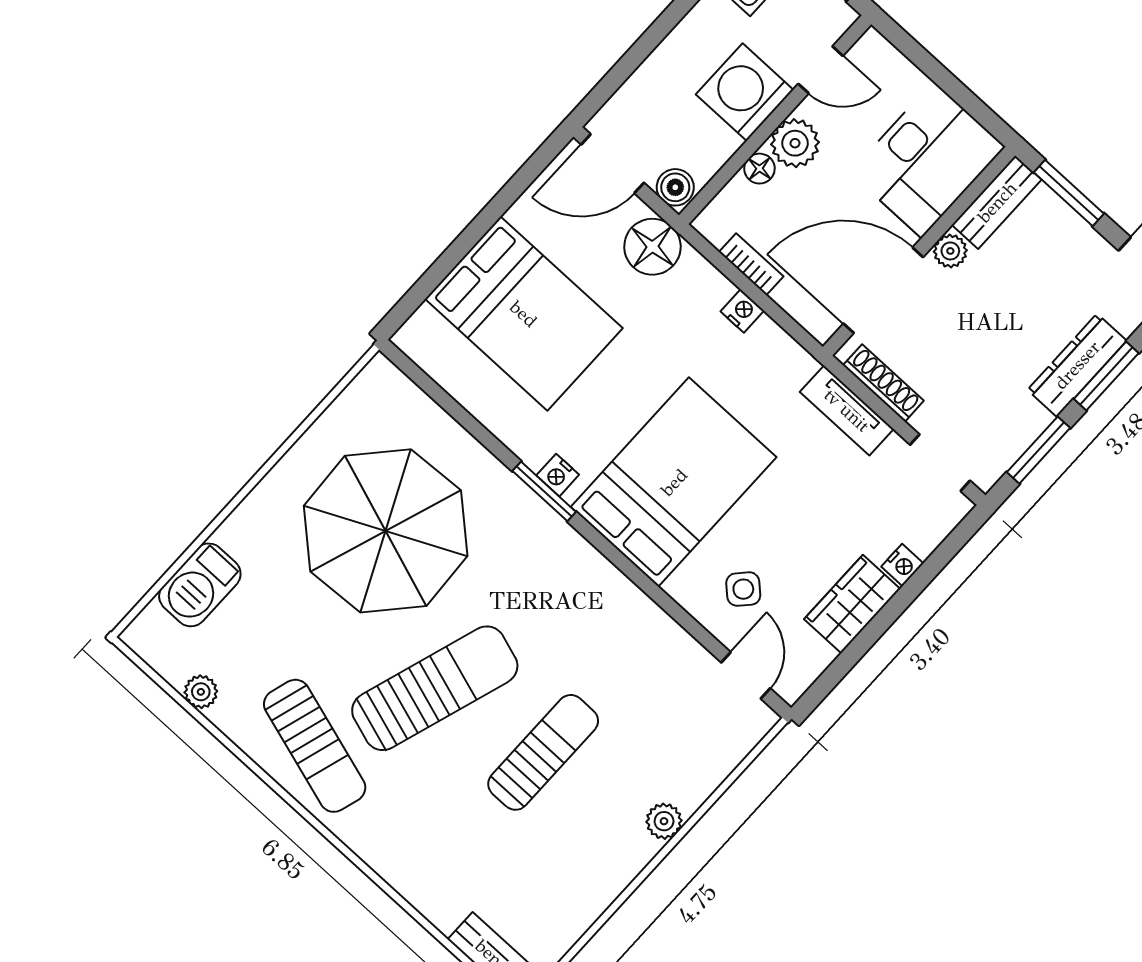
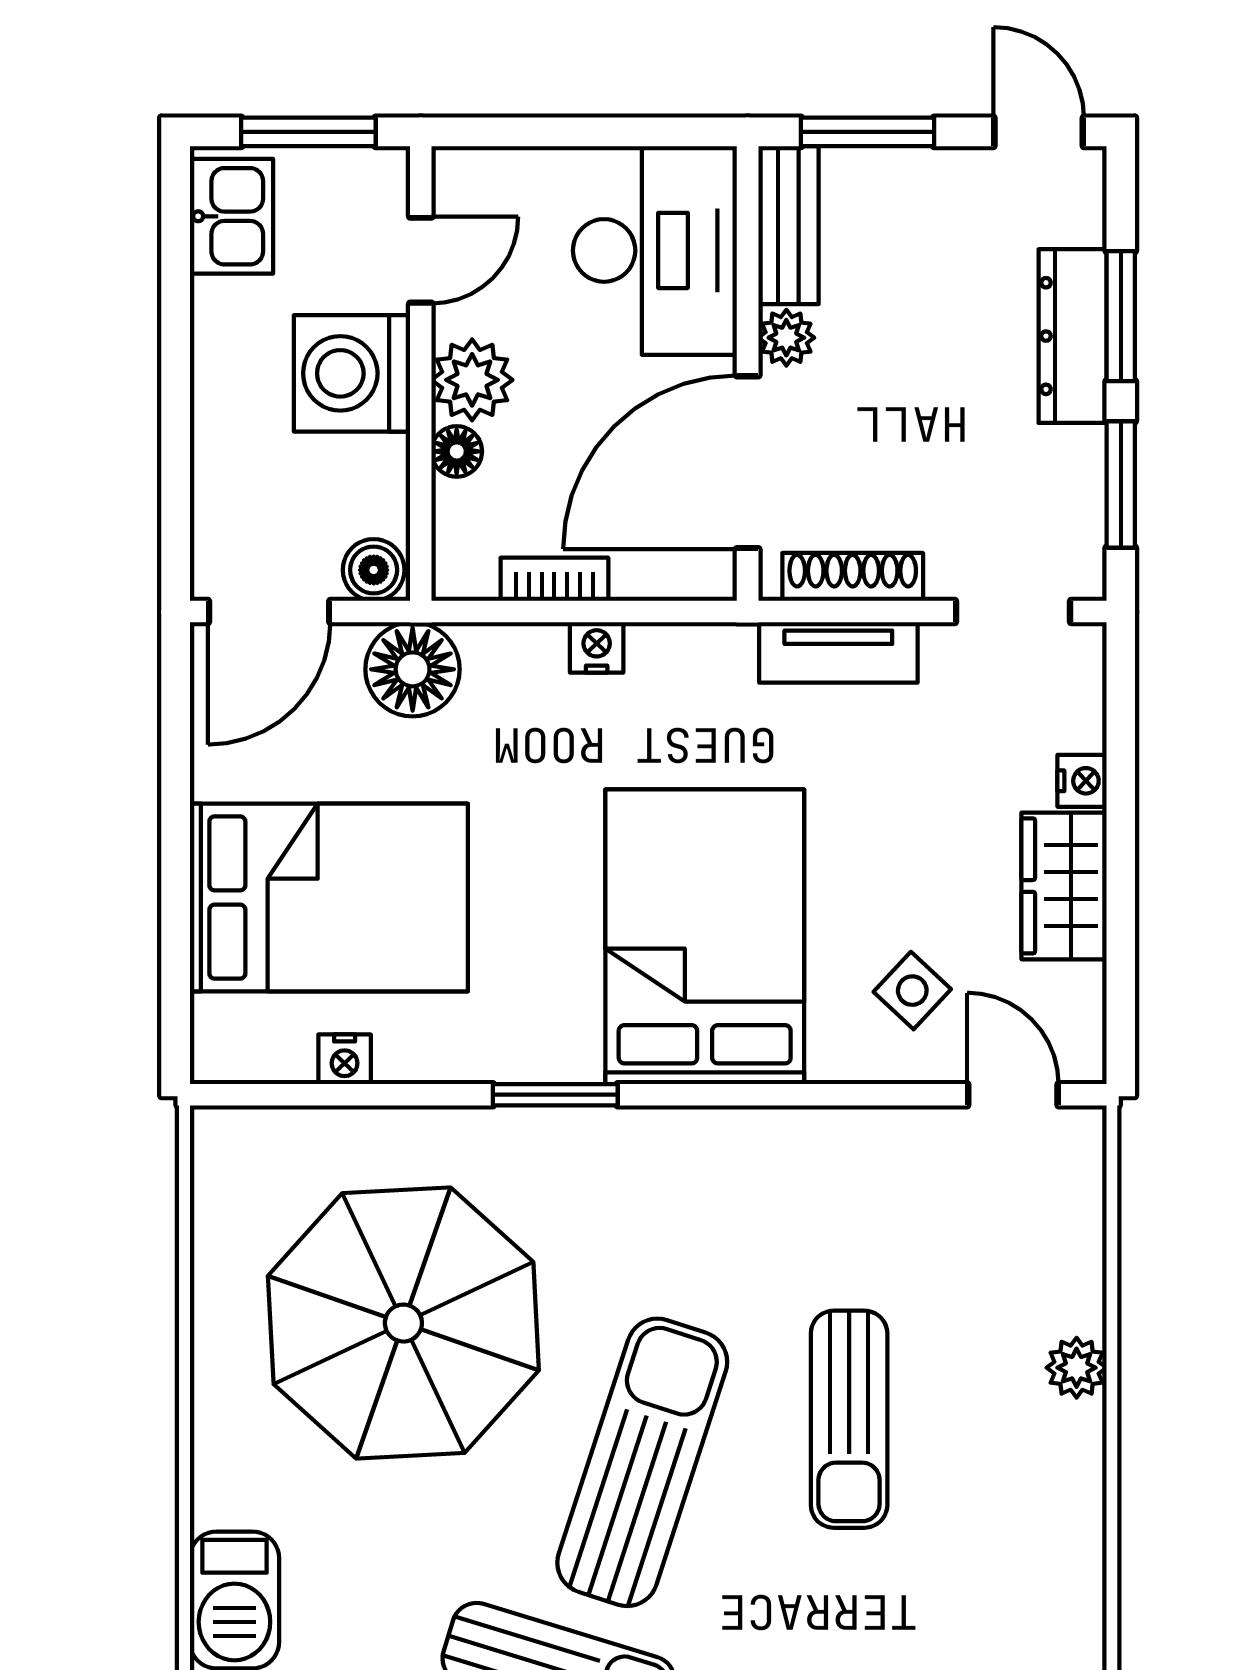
nightstand: (558, 475) -> (345, 1059), moved
sun lounger: (543, 752) -> (849, 1419), turned 180

